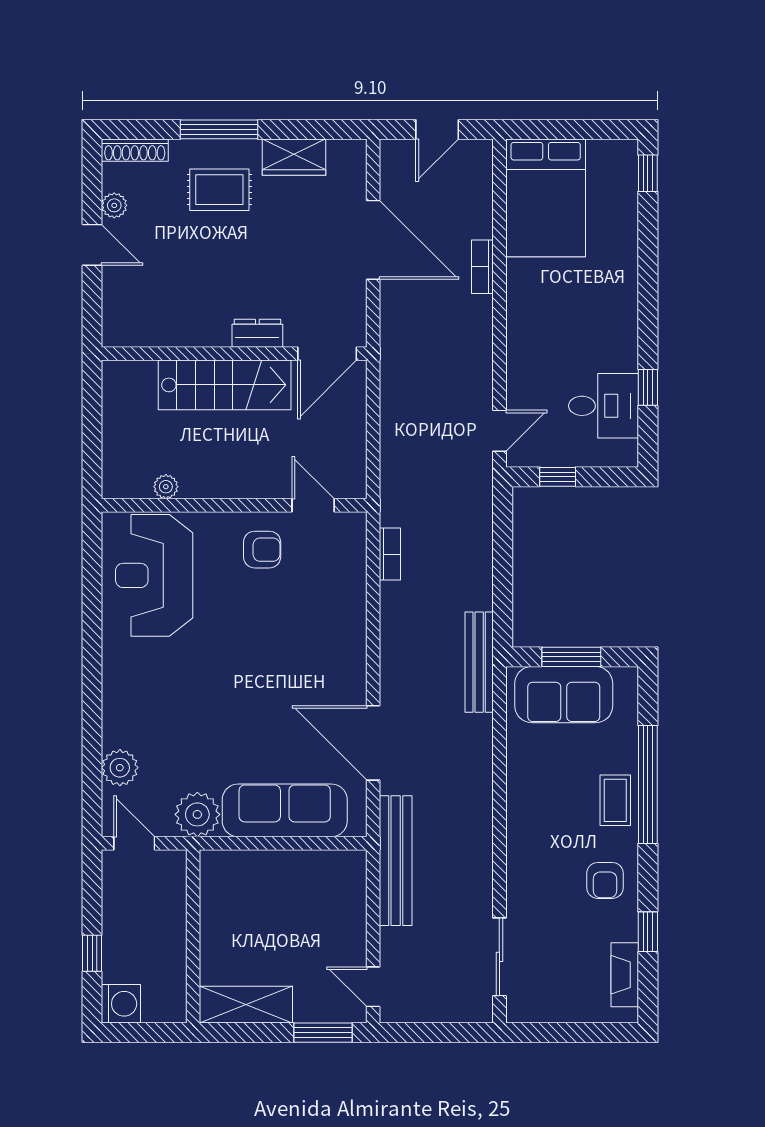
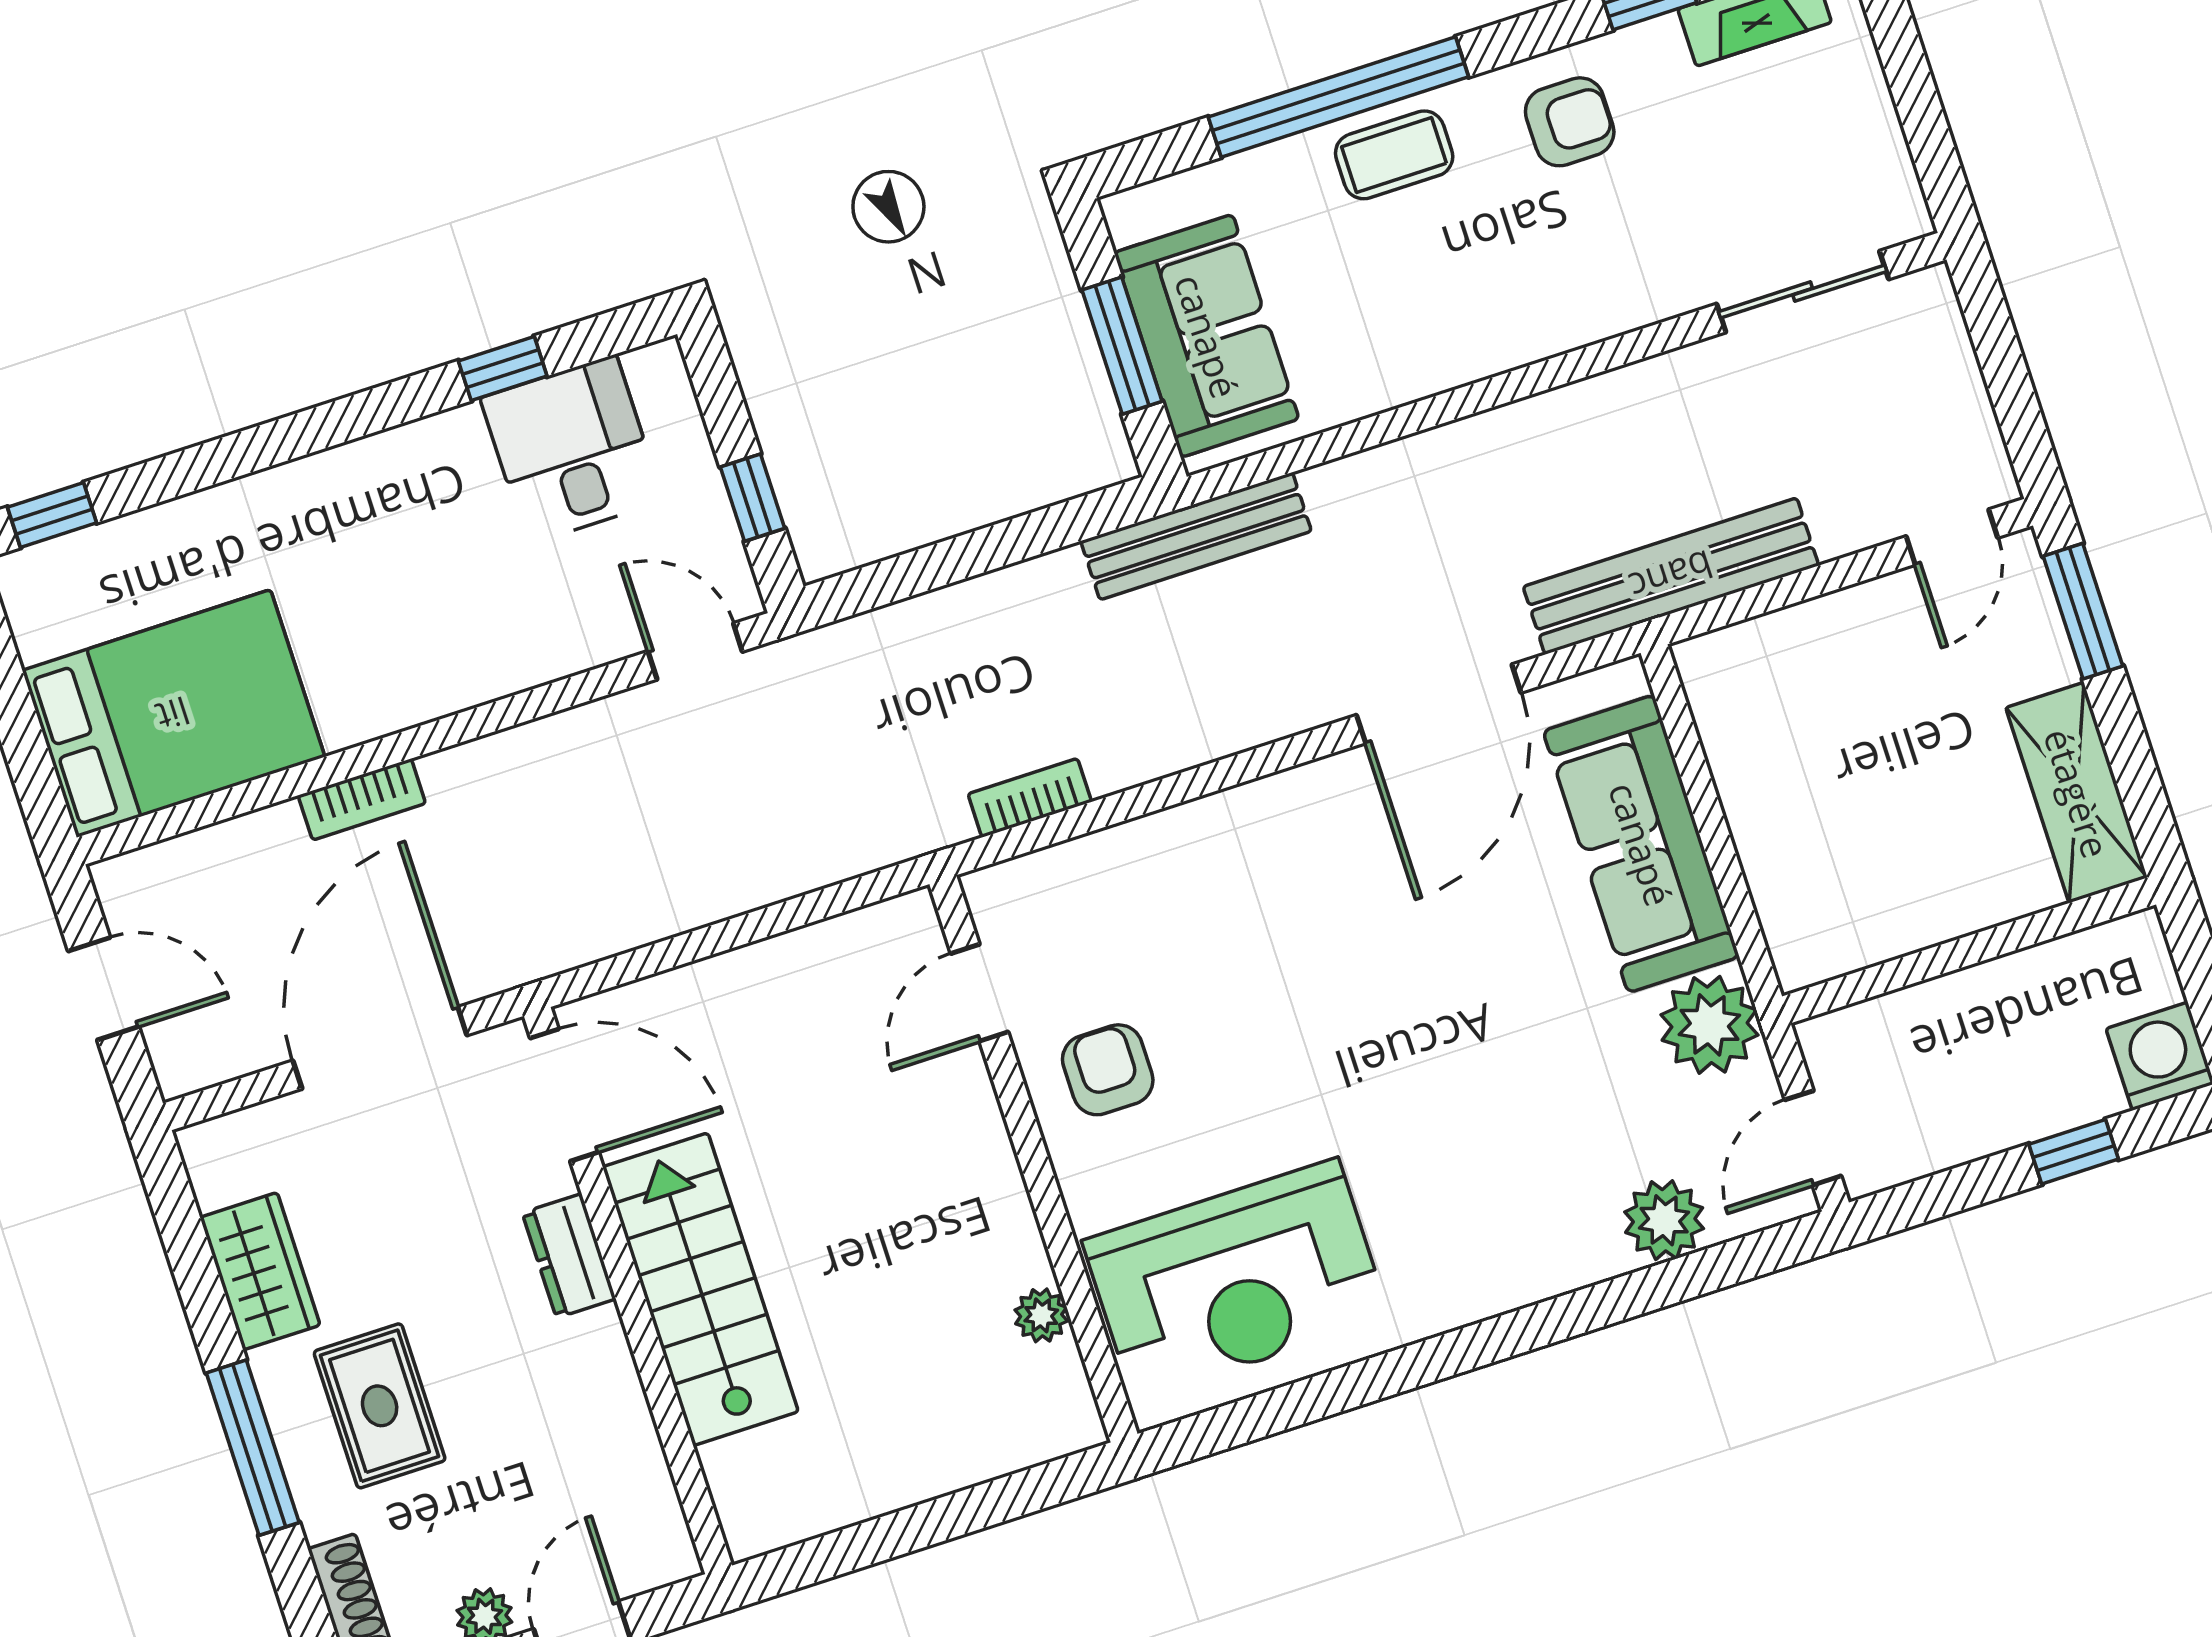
dresser: (257, 333) -> (569, 1256), moved
wall: (234, 354) -> (628, 1291), moved
door: (327, 354) -> (564, 1095), moved
stairs: (225, 385) -> (700, 1289), moved

